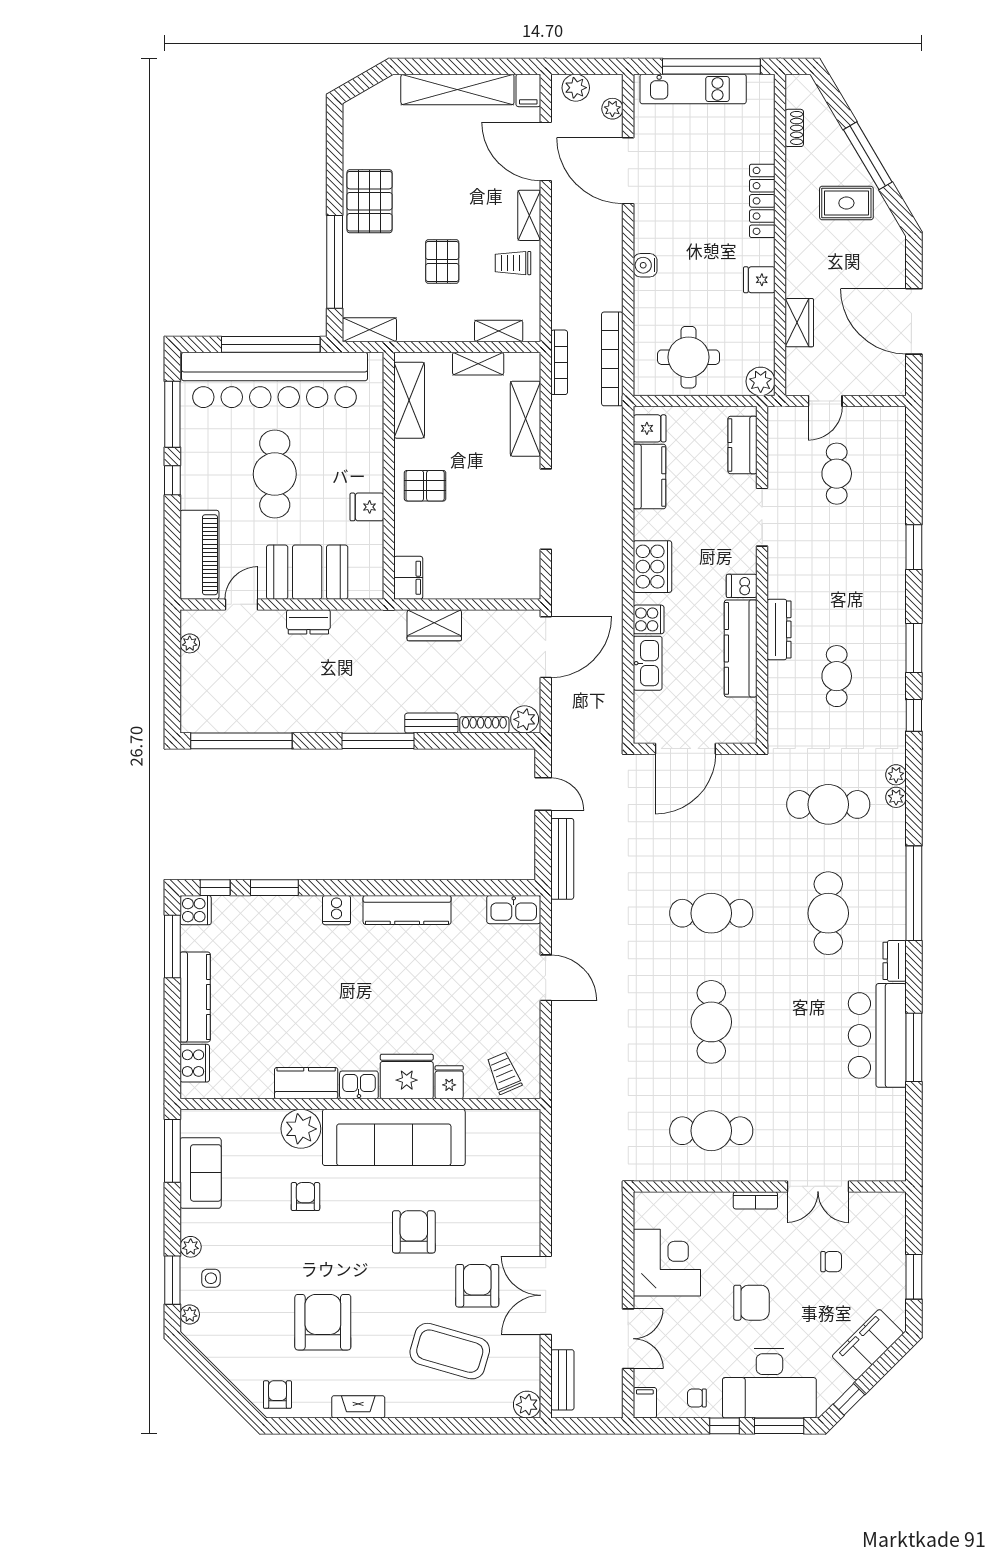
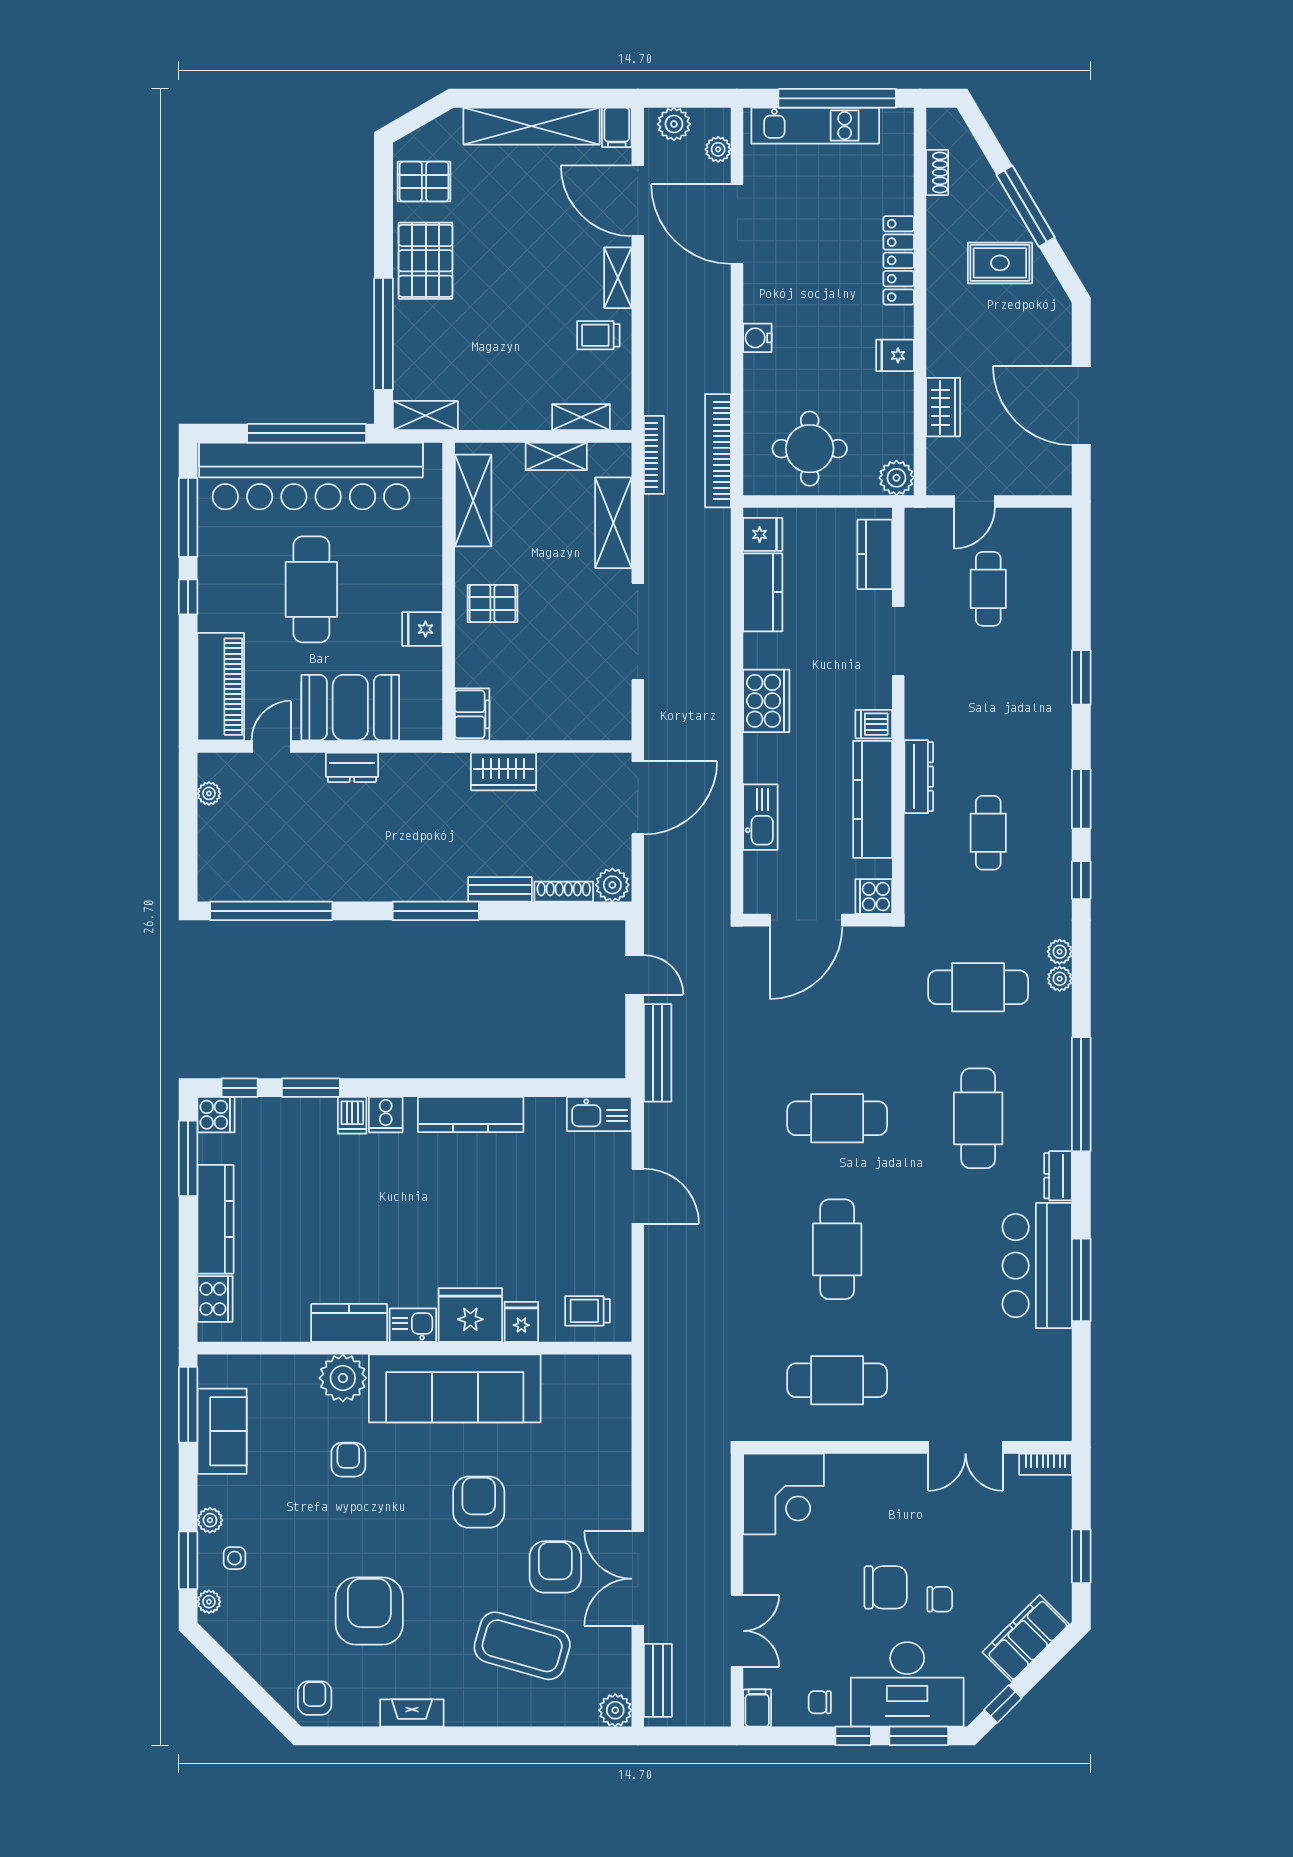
pallet: (442, 261) -> (424, 182), moved, turned 90
cooker: (649, 619) -> (874, 897), moved, turned 180
dishwasher: (309, 911) -> (352, 1115), added
trolley: (504, 1073) -> (587, 1311), turned -67
bookcase: (755, 1200) -> (1045, 1464), moved
chair: (831, 1262) -> (940, 1599), moved
corner desk: (667, 1263) -> (784, 1494), moved, turned 90

